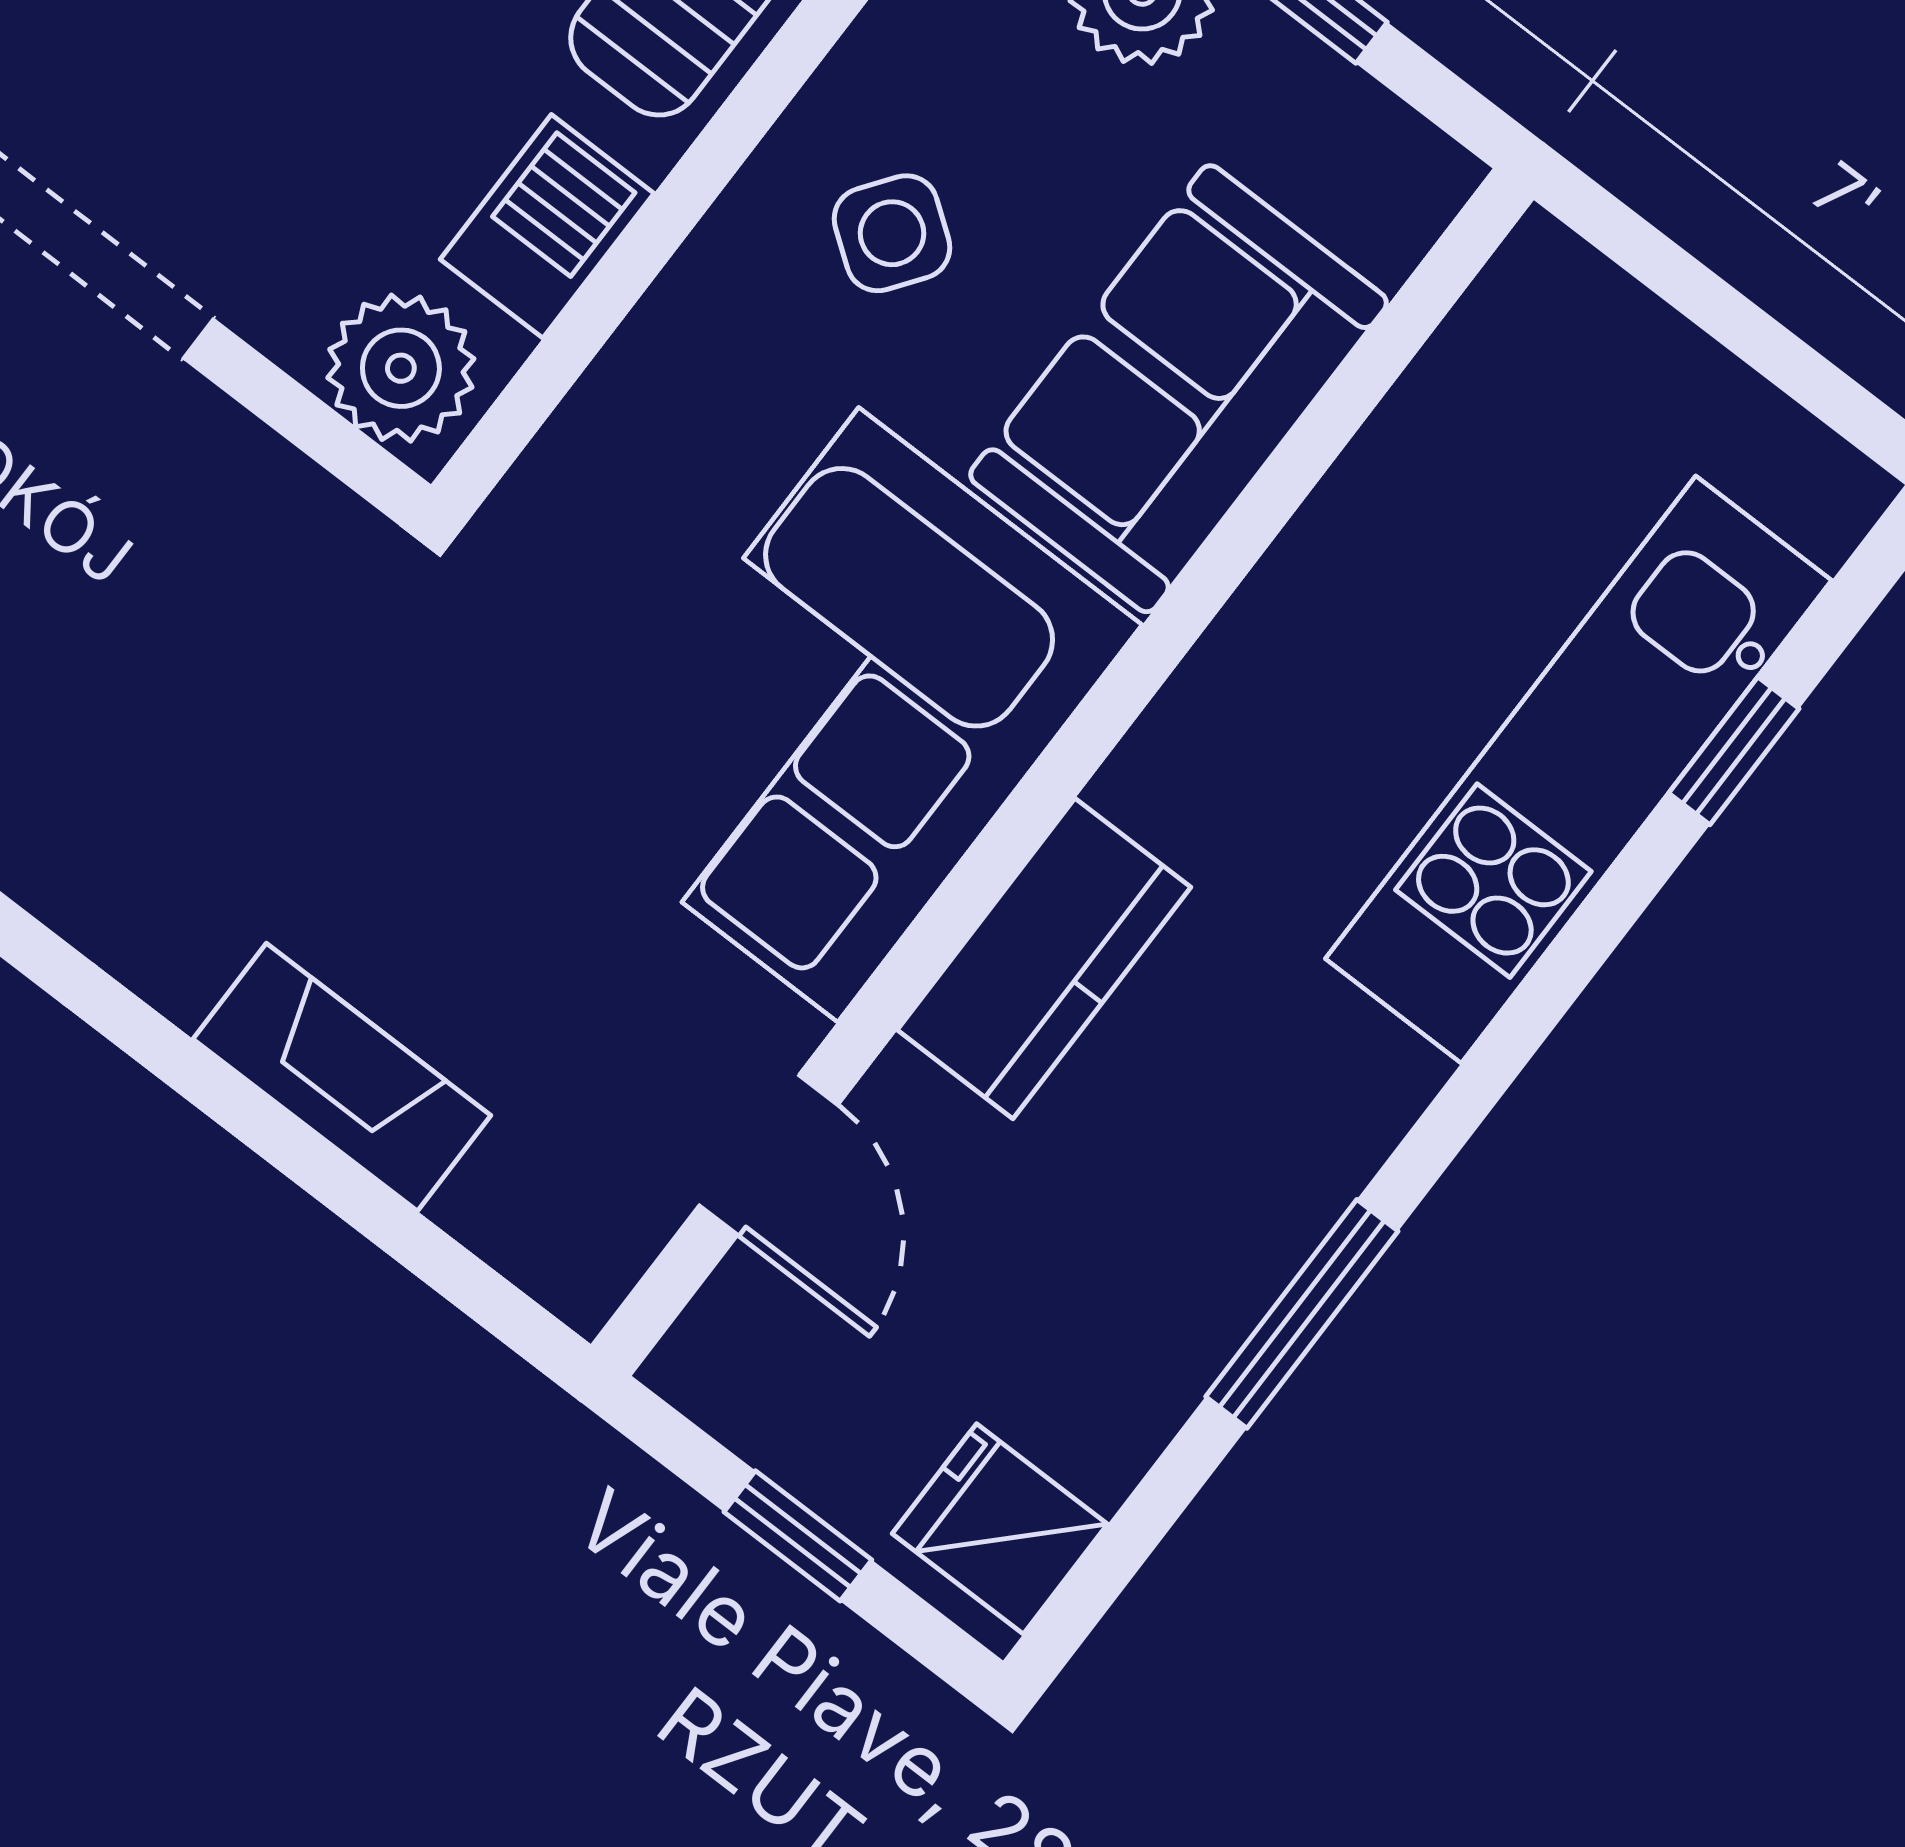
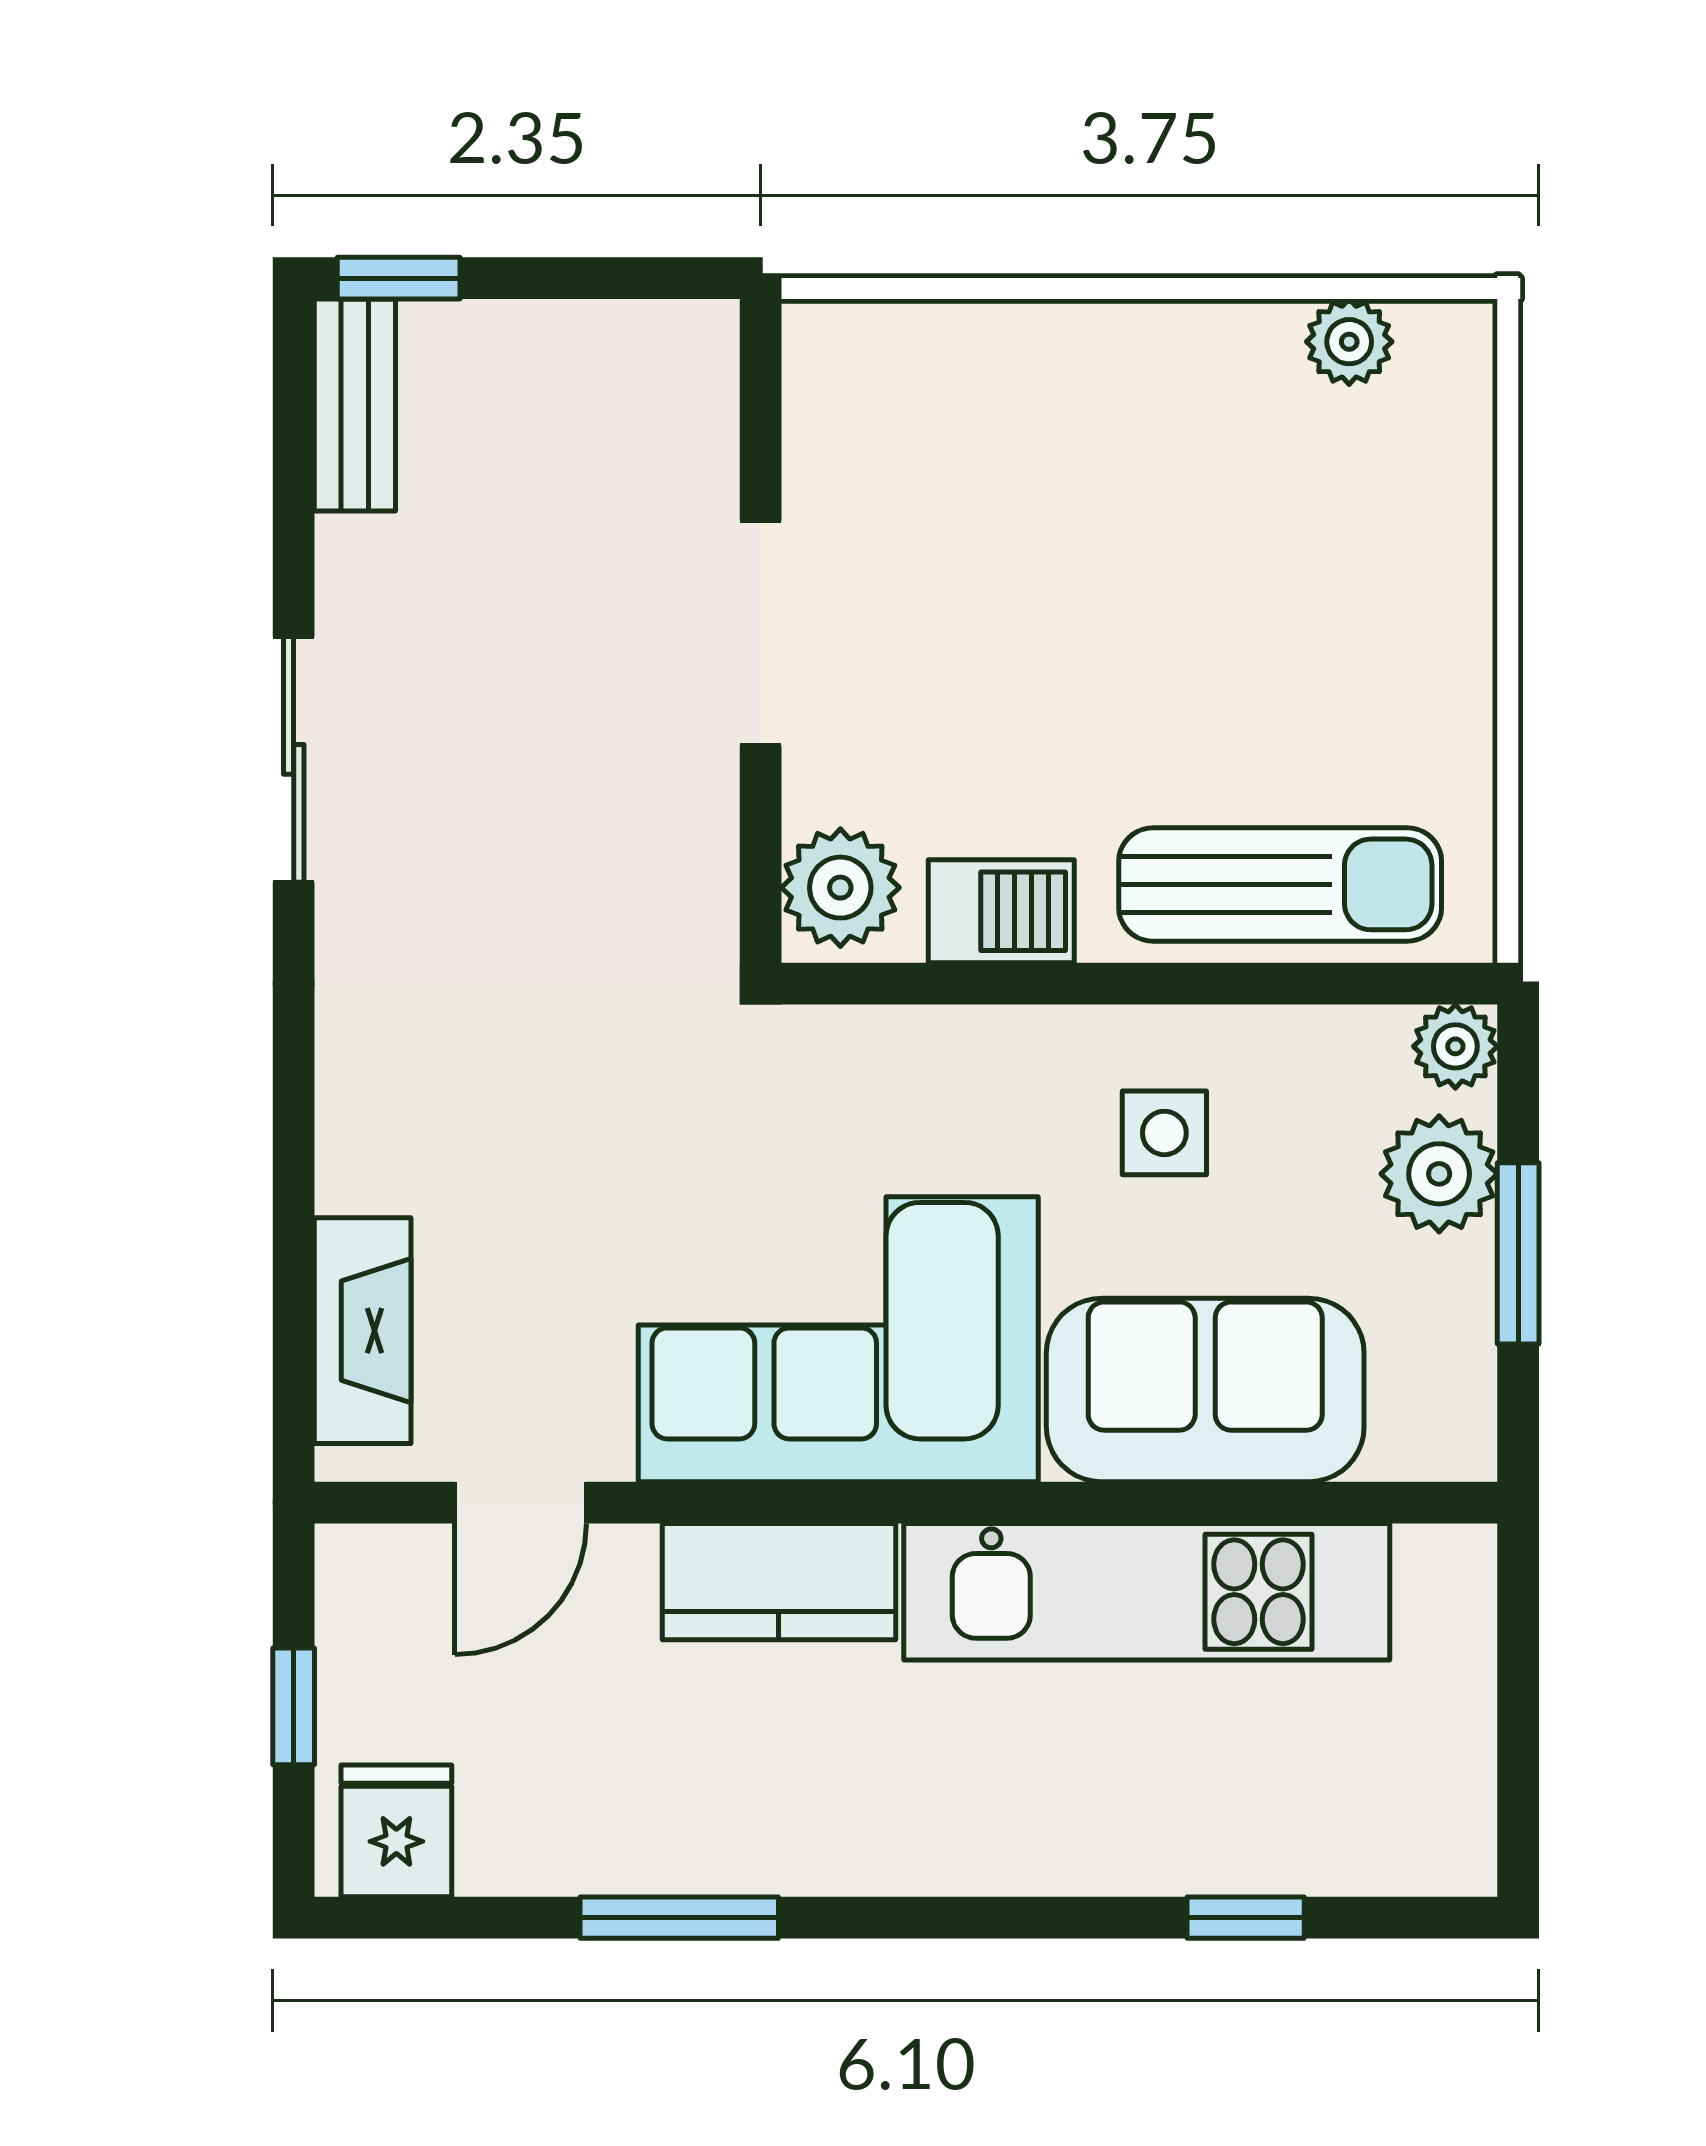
side table: (892, 233) -> (1164, 1133), turned -36
kitchen unit: (1579, 769) -> (1147, 1592), moved, turned 180
fireplace: (342, 1077) -> (363, 1331), moved

